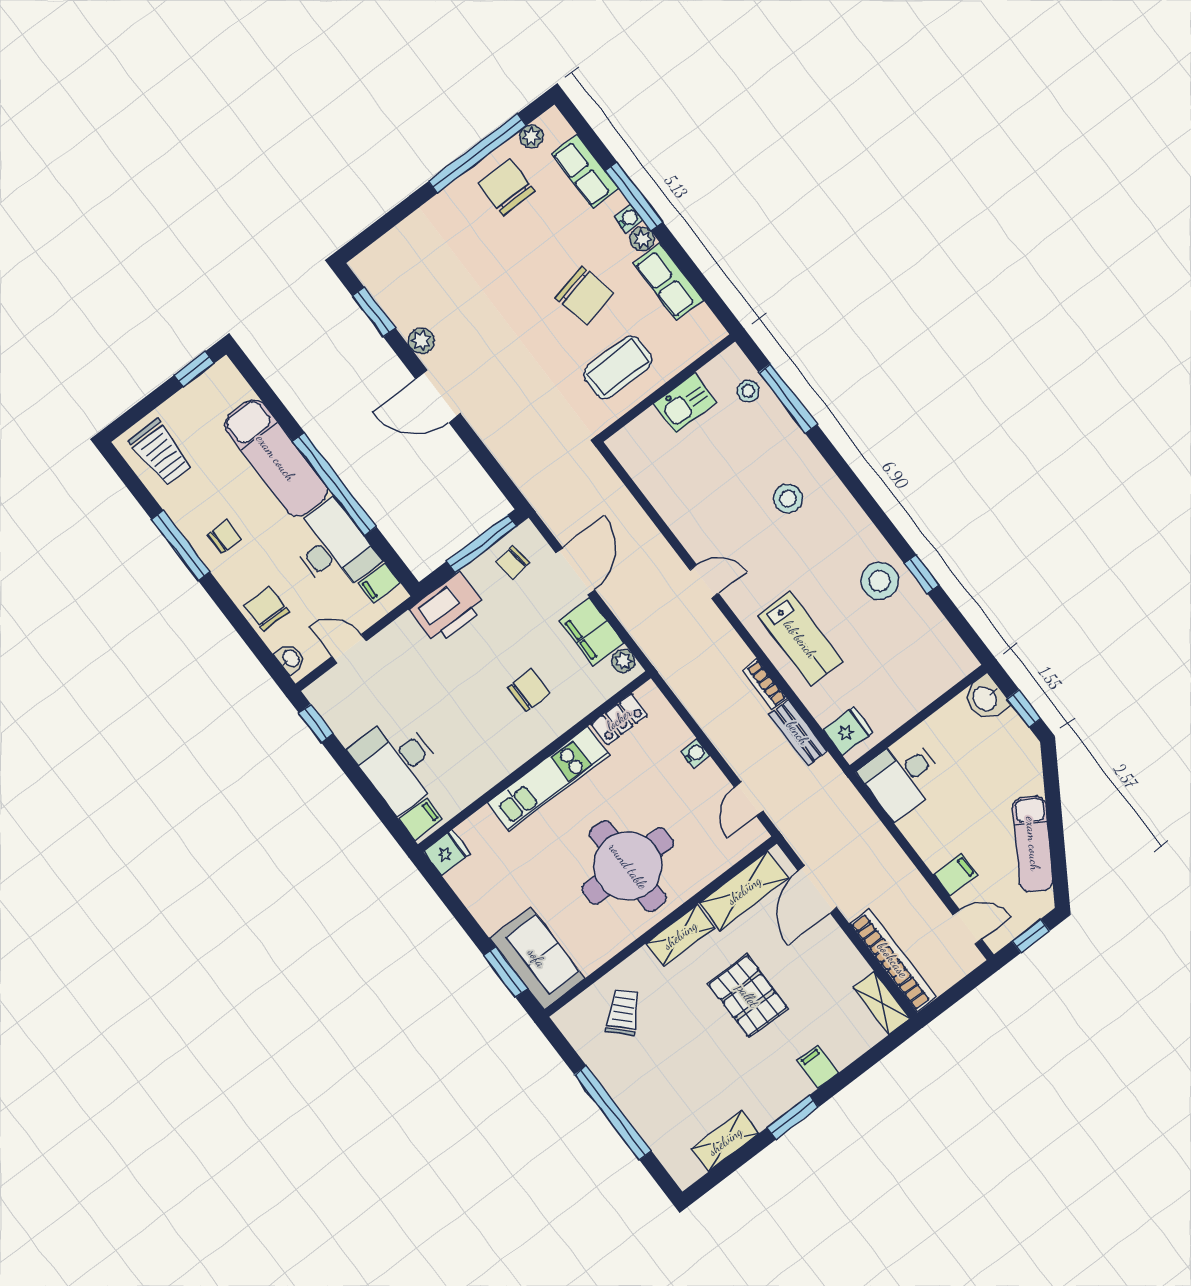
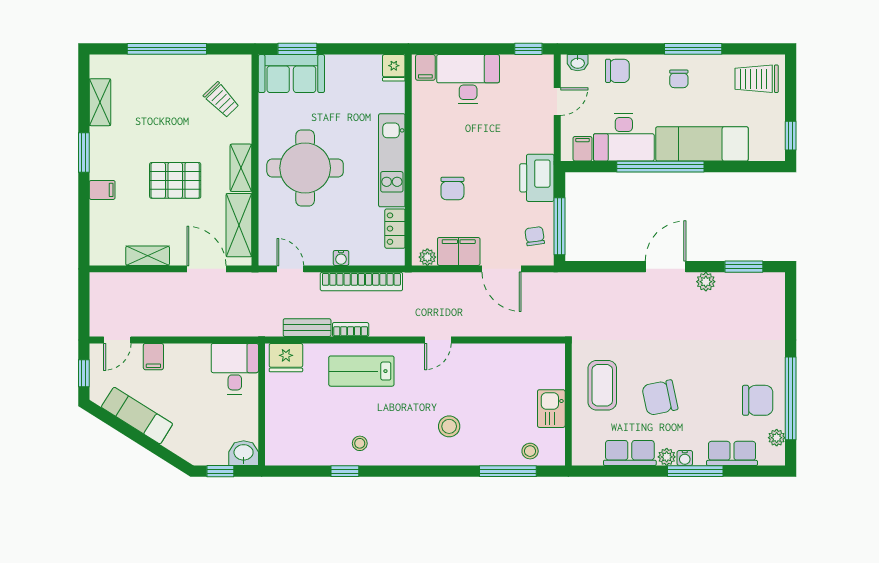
stool: (880, 581) -> (360, 443), width x0.53, depth x0.53
fridge: (848, 731) -> (286, 358), width x1.38
bookcase: (893, 960) -> (361, 282), moved
shelving: (882, 1003) -> (148, 256), moved

